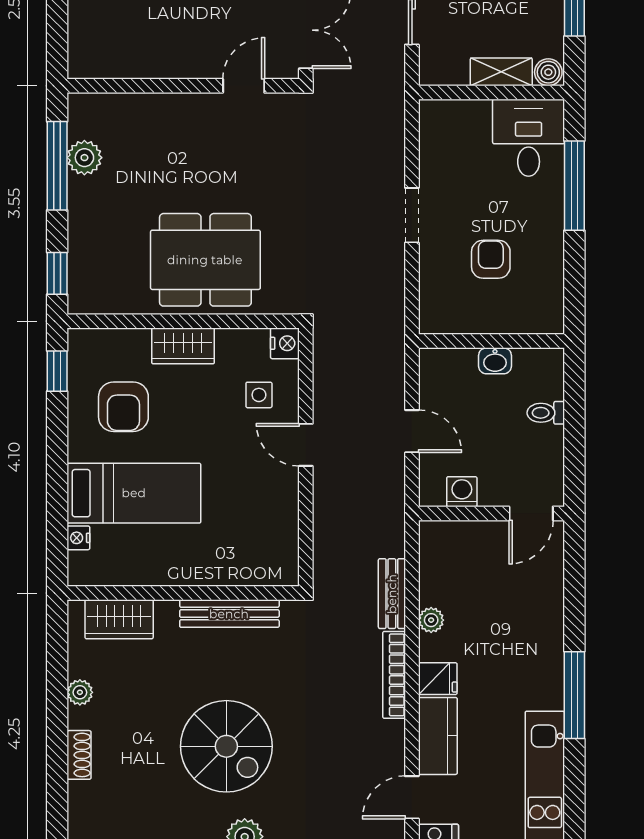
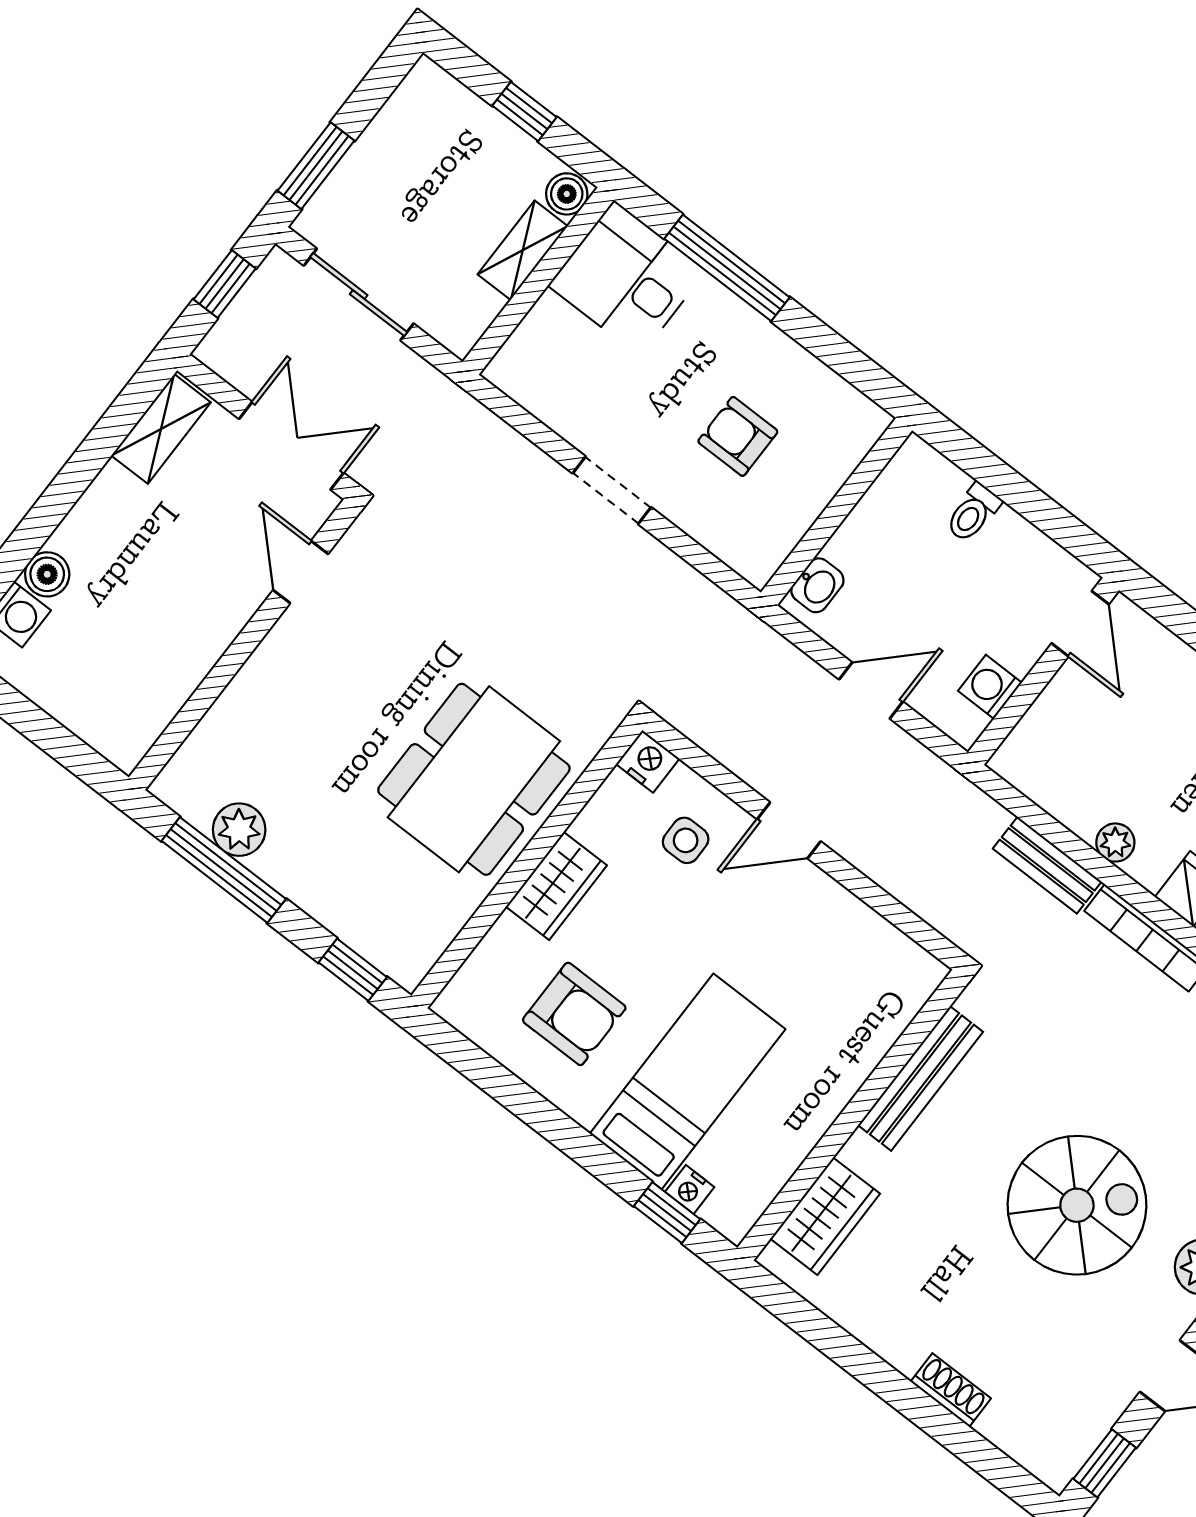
washbasin: (495, 361) -> (817, 585), moved
window: (57, 371) -> (667, 1213), moved
plant: (80, 692) -> (876, 1331), removed

